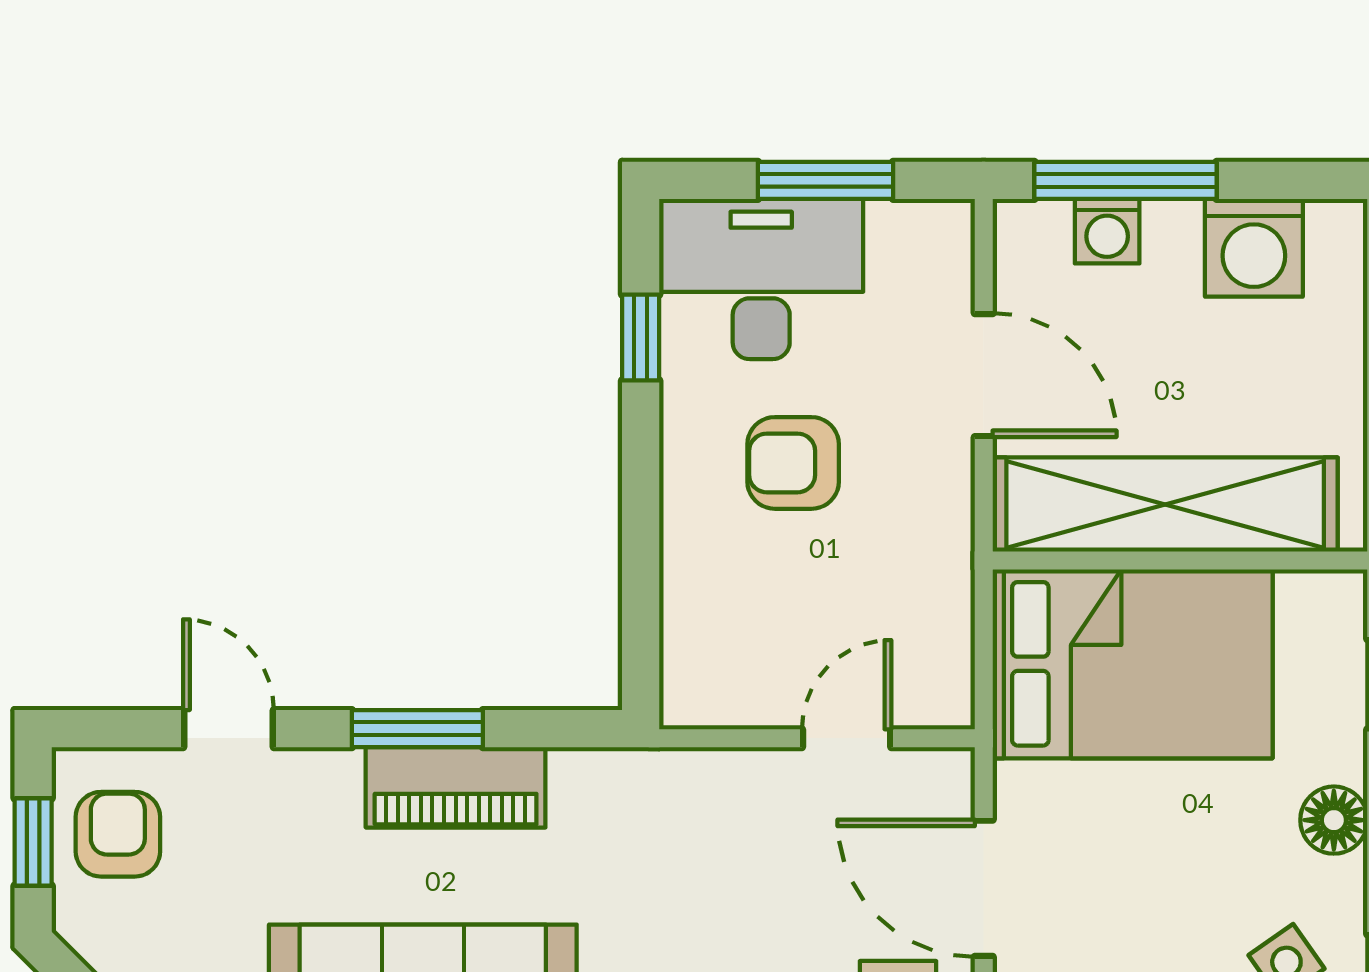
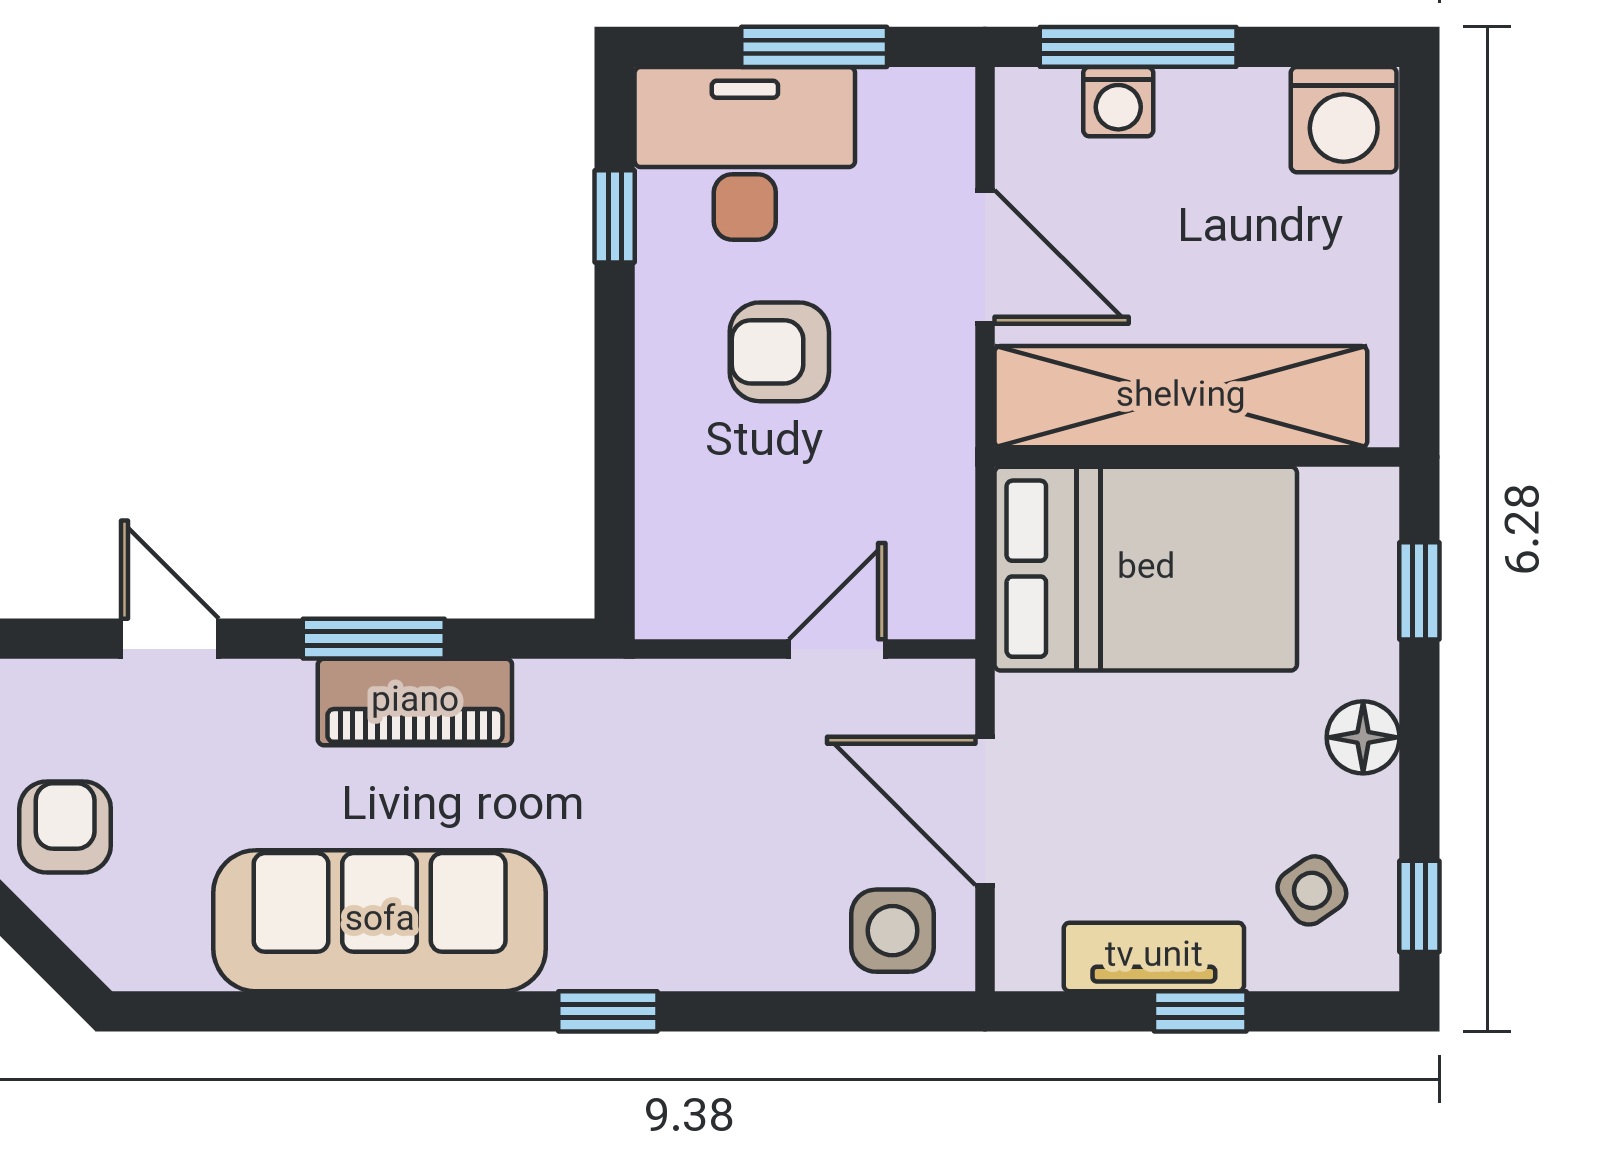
washing machine: (1254, 248) -> (1344, 120), moved
armchair: (118, 834) -> (65, 827), moved

